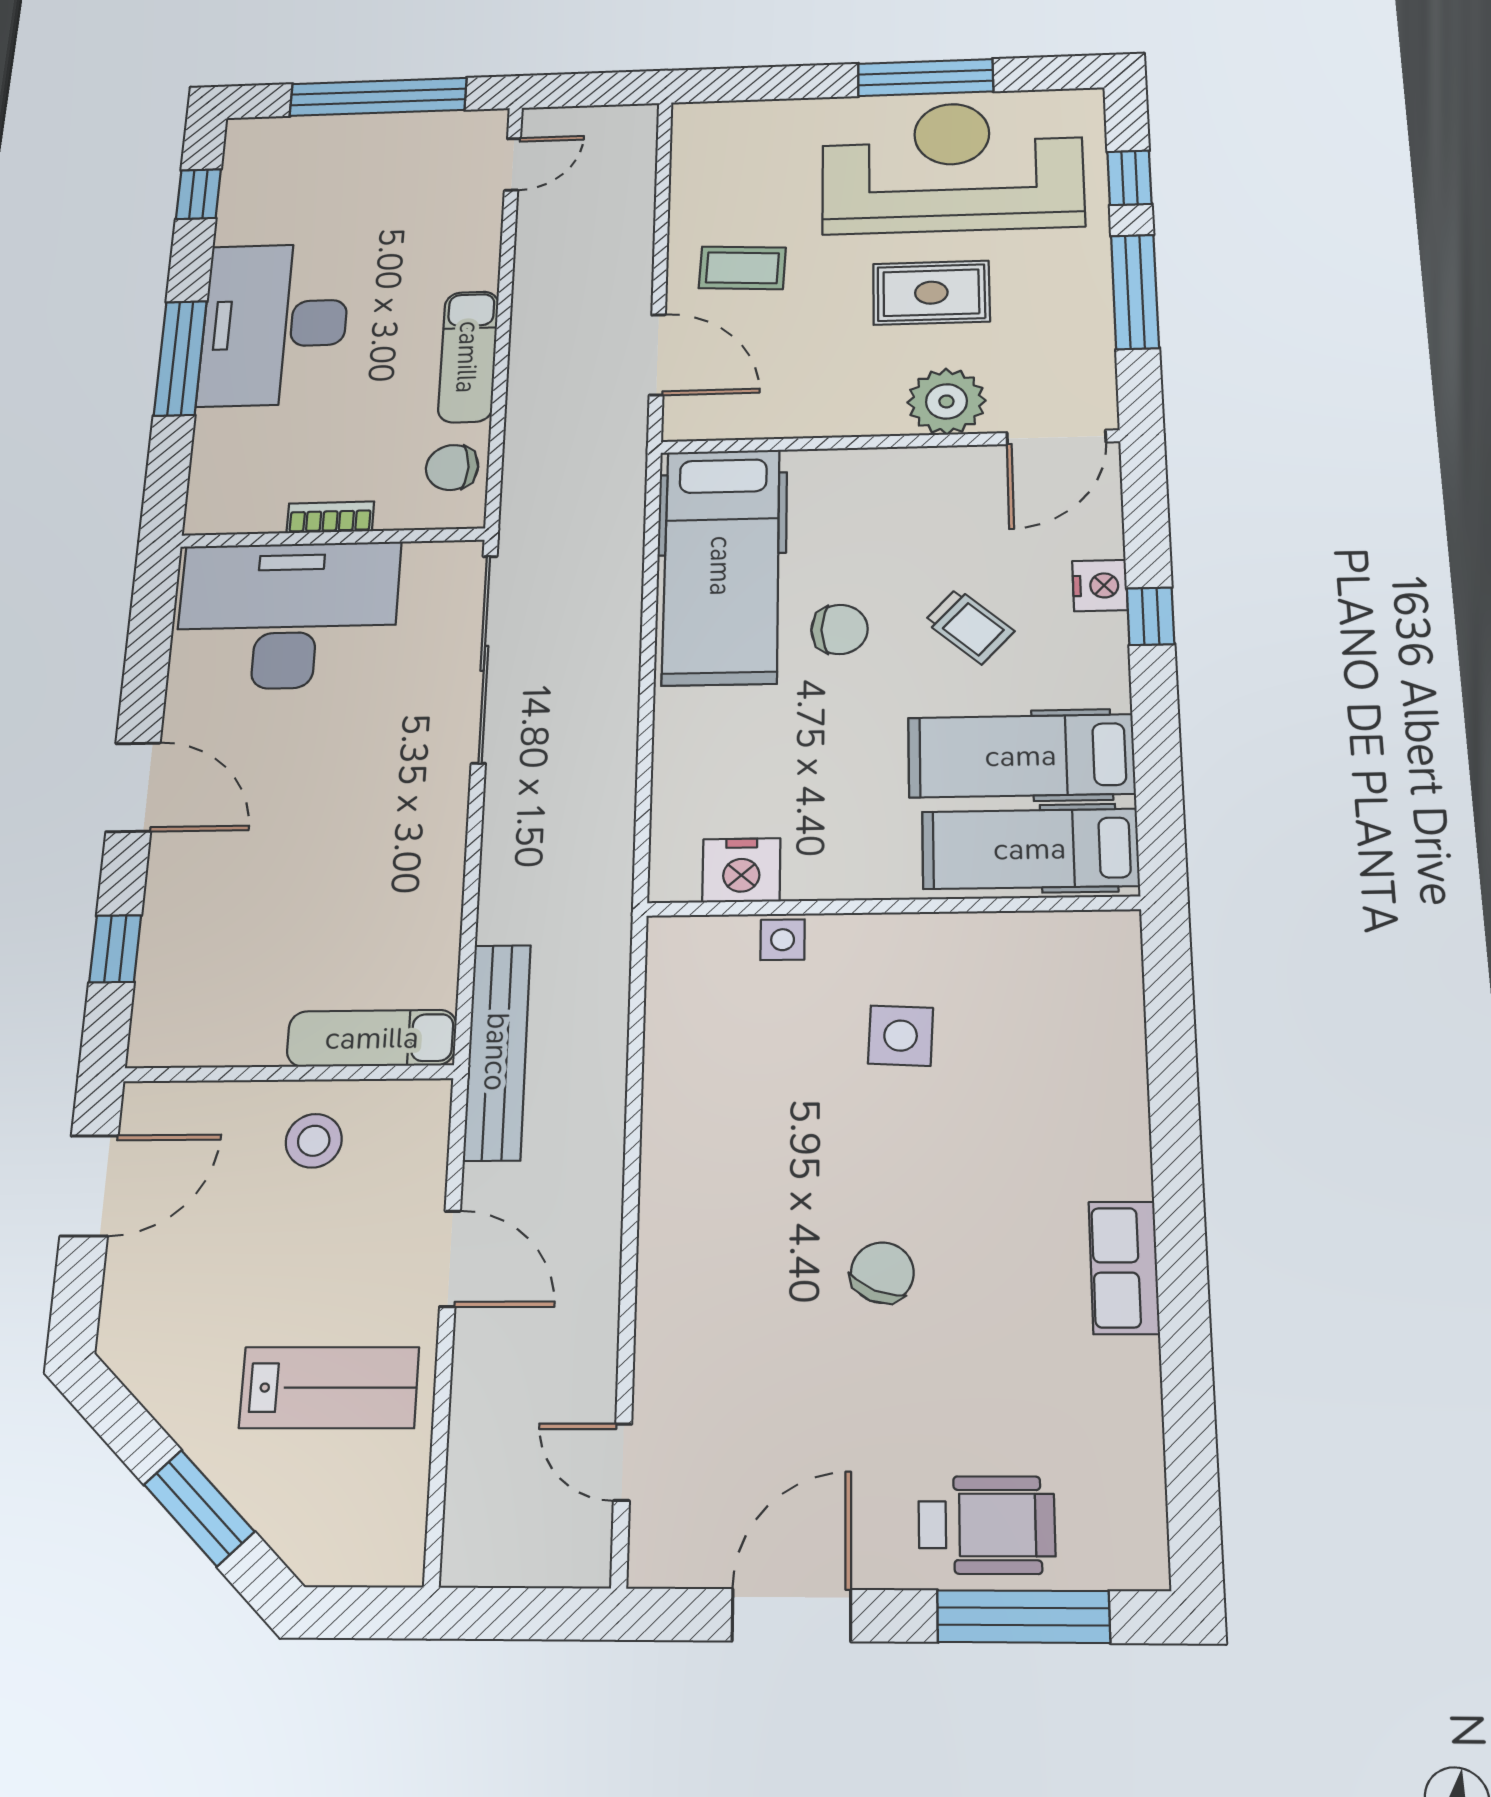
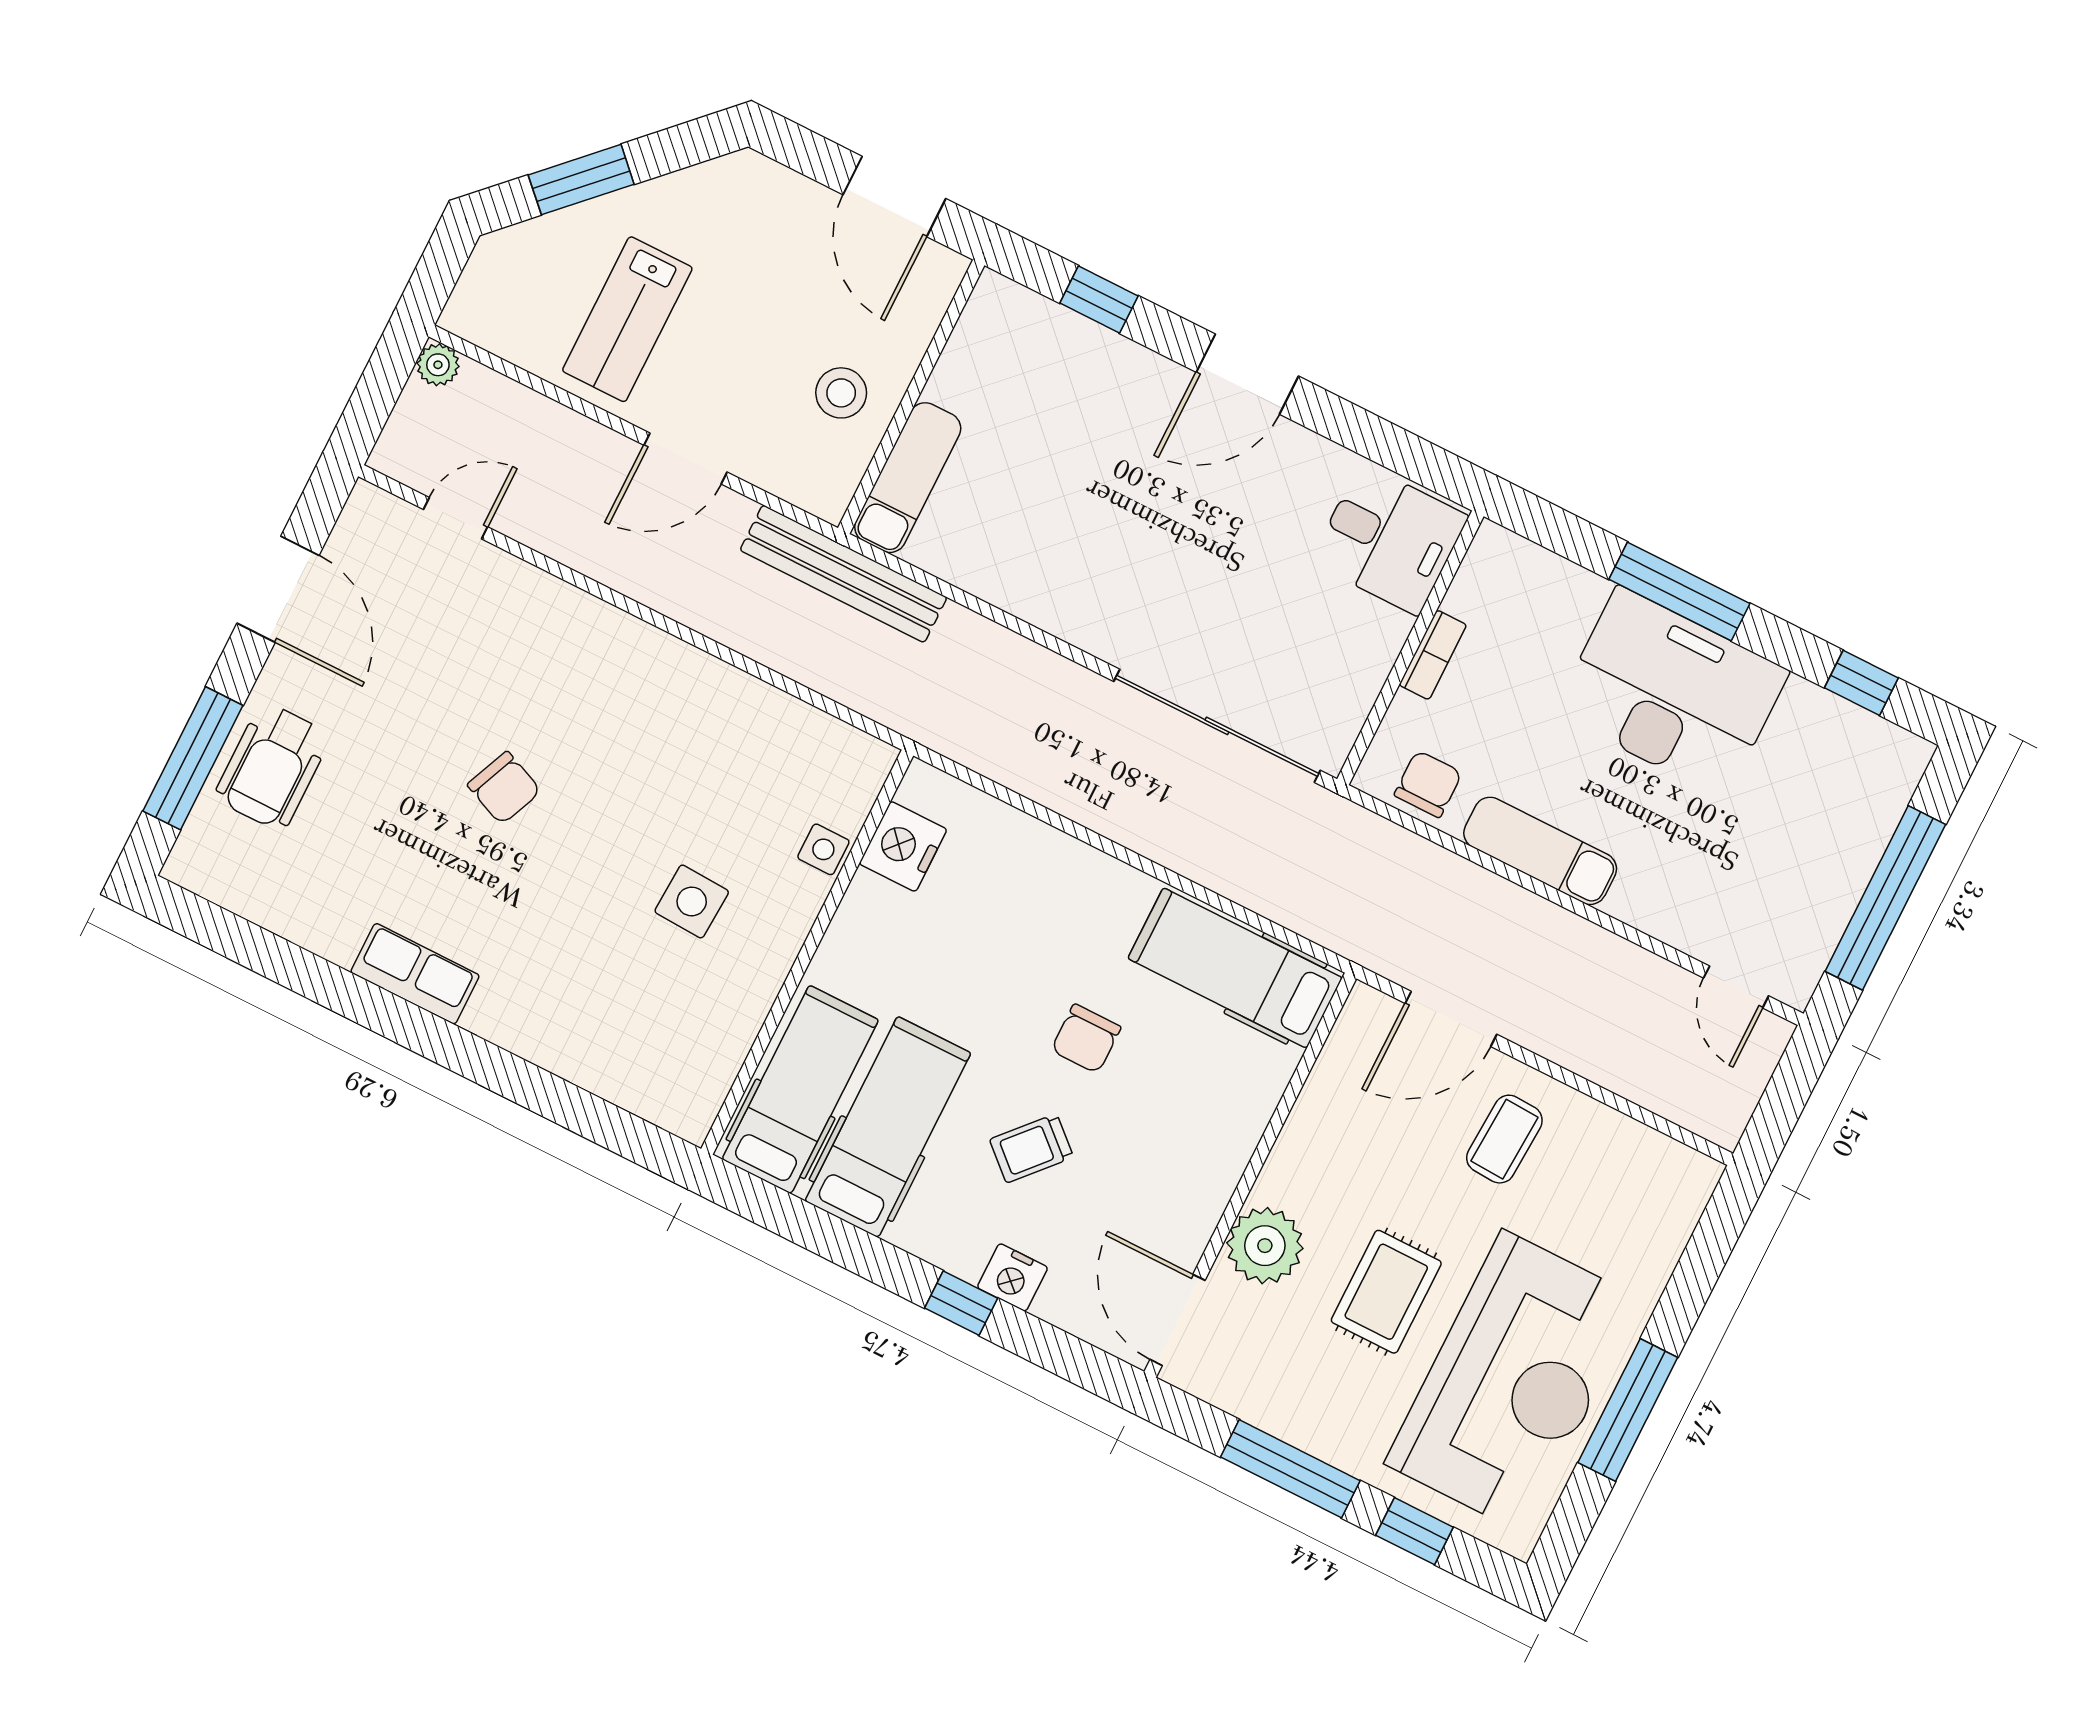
hospital bed: (721, 566) -> (1235, 968), width x0.73, depth x0.78
desk: (287, 615) -> (1389, 539), width x0.53, depth x0.77
plant: (465, 1562) -> (438, 365), added

